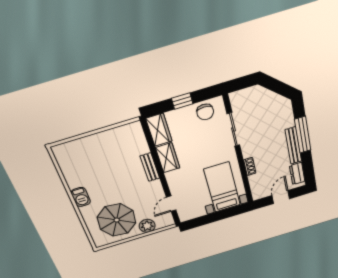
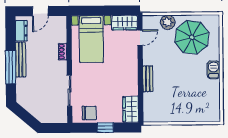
chair: (205, 112) -> (89, 113), turned 90
wardrobe: (168, 158) -> (125, 23), moved, turned -90

